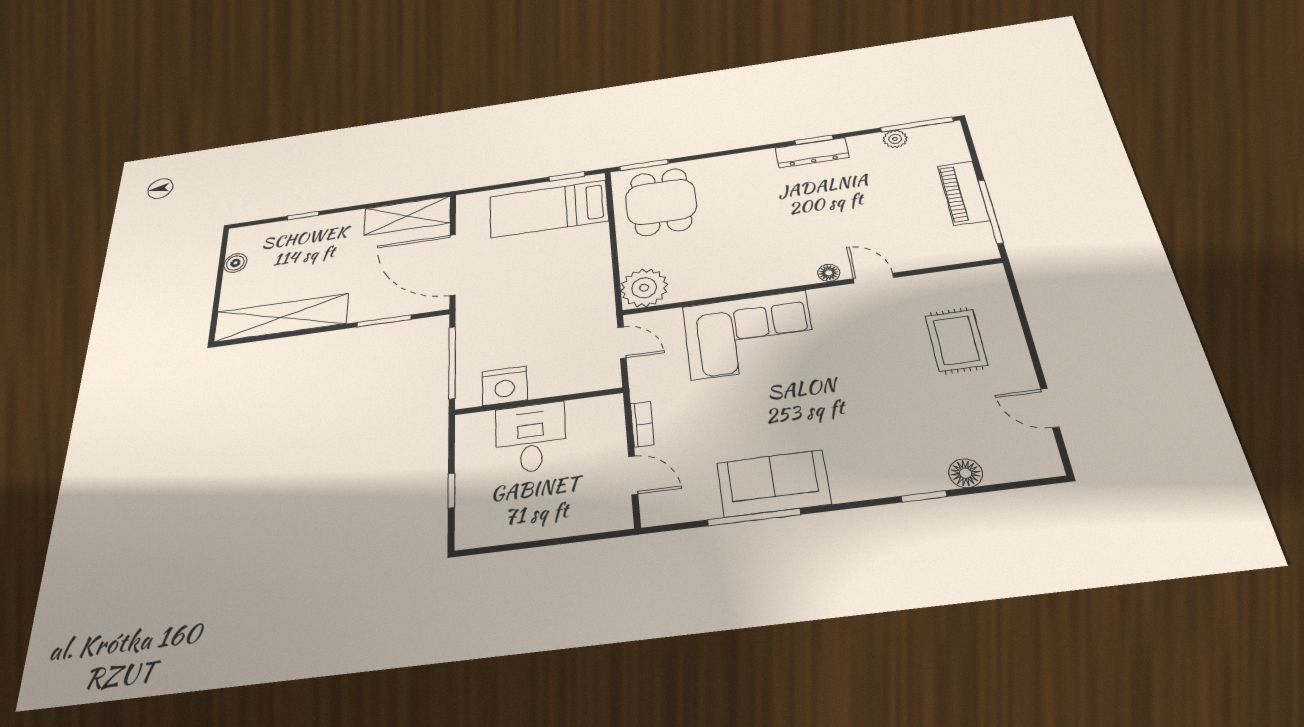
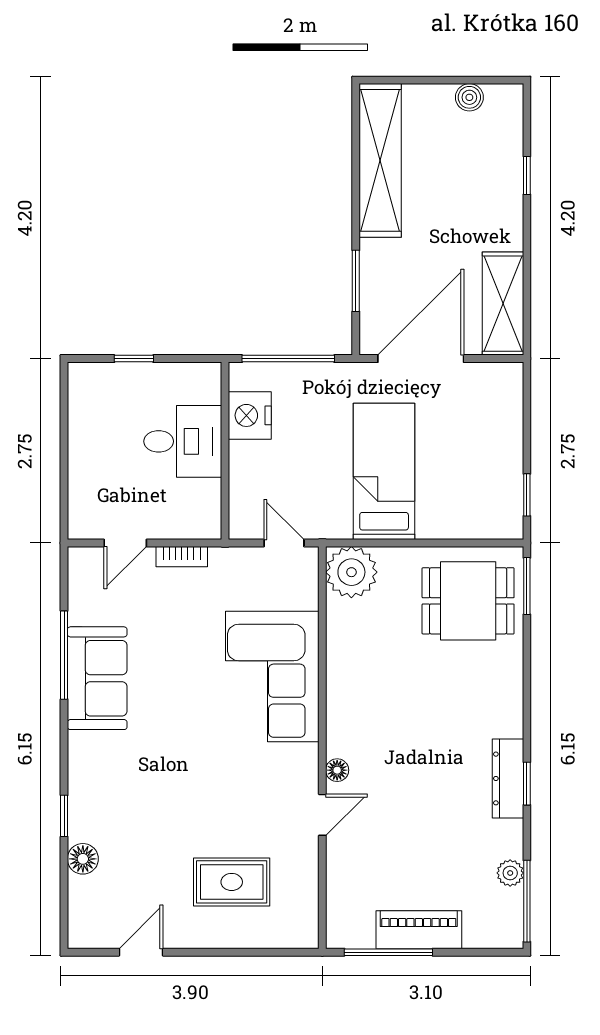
bed: (549, 209) -> (384, 471), moved
door: (622, 343) -> (284, 543), swing flipped

